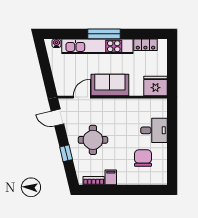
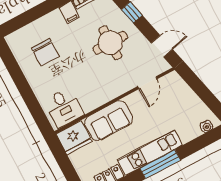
kitchen unit: (97, 46) -> (150, 152), width x0.73
sofa: (110, 85) -> (109, 121), moved
desk: (154, 130) -> (64, 108), moved, turned -90

